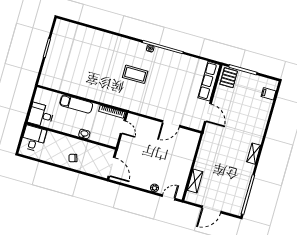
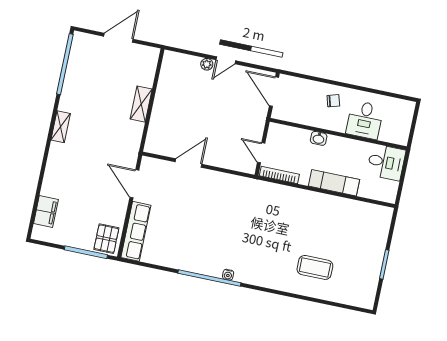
coffee table: (135, 74) -> (315, 267), moved
filing cabinet: (269, 94) -> (46, 212), width x2.00
desk: (34, 138) -> (365, 120), moved
shelving: (195, 181) -> (141, 104), moved
door: (169, 197) -> (226, 60), moved

